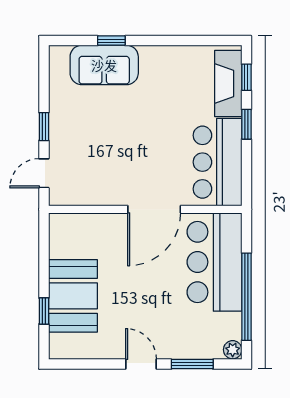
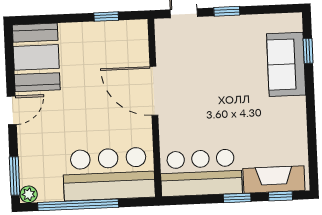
window: (111, 41) -> (308, 51), moved
door: (154, 209) -> (154, 91), moved
booth: (73, 296) -> (36, 57), moved, turned 90
window: (44, 311) -> (106, 17), moved
window: (192, 364) -> (15, 176), moved

